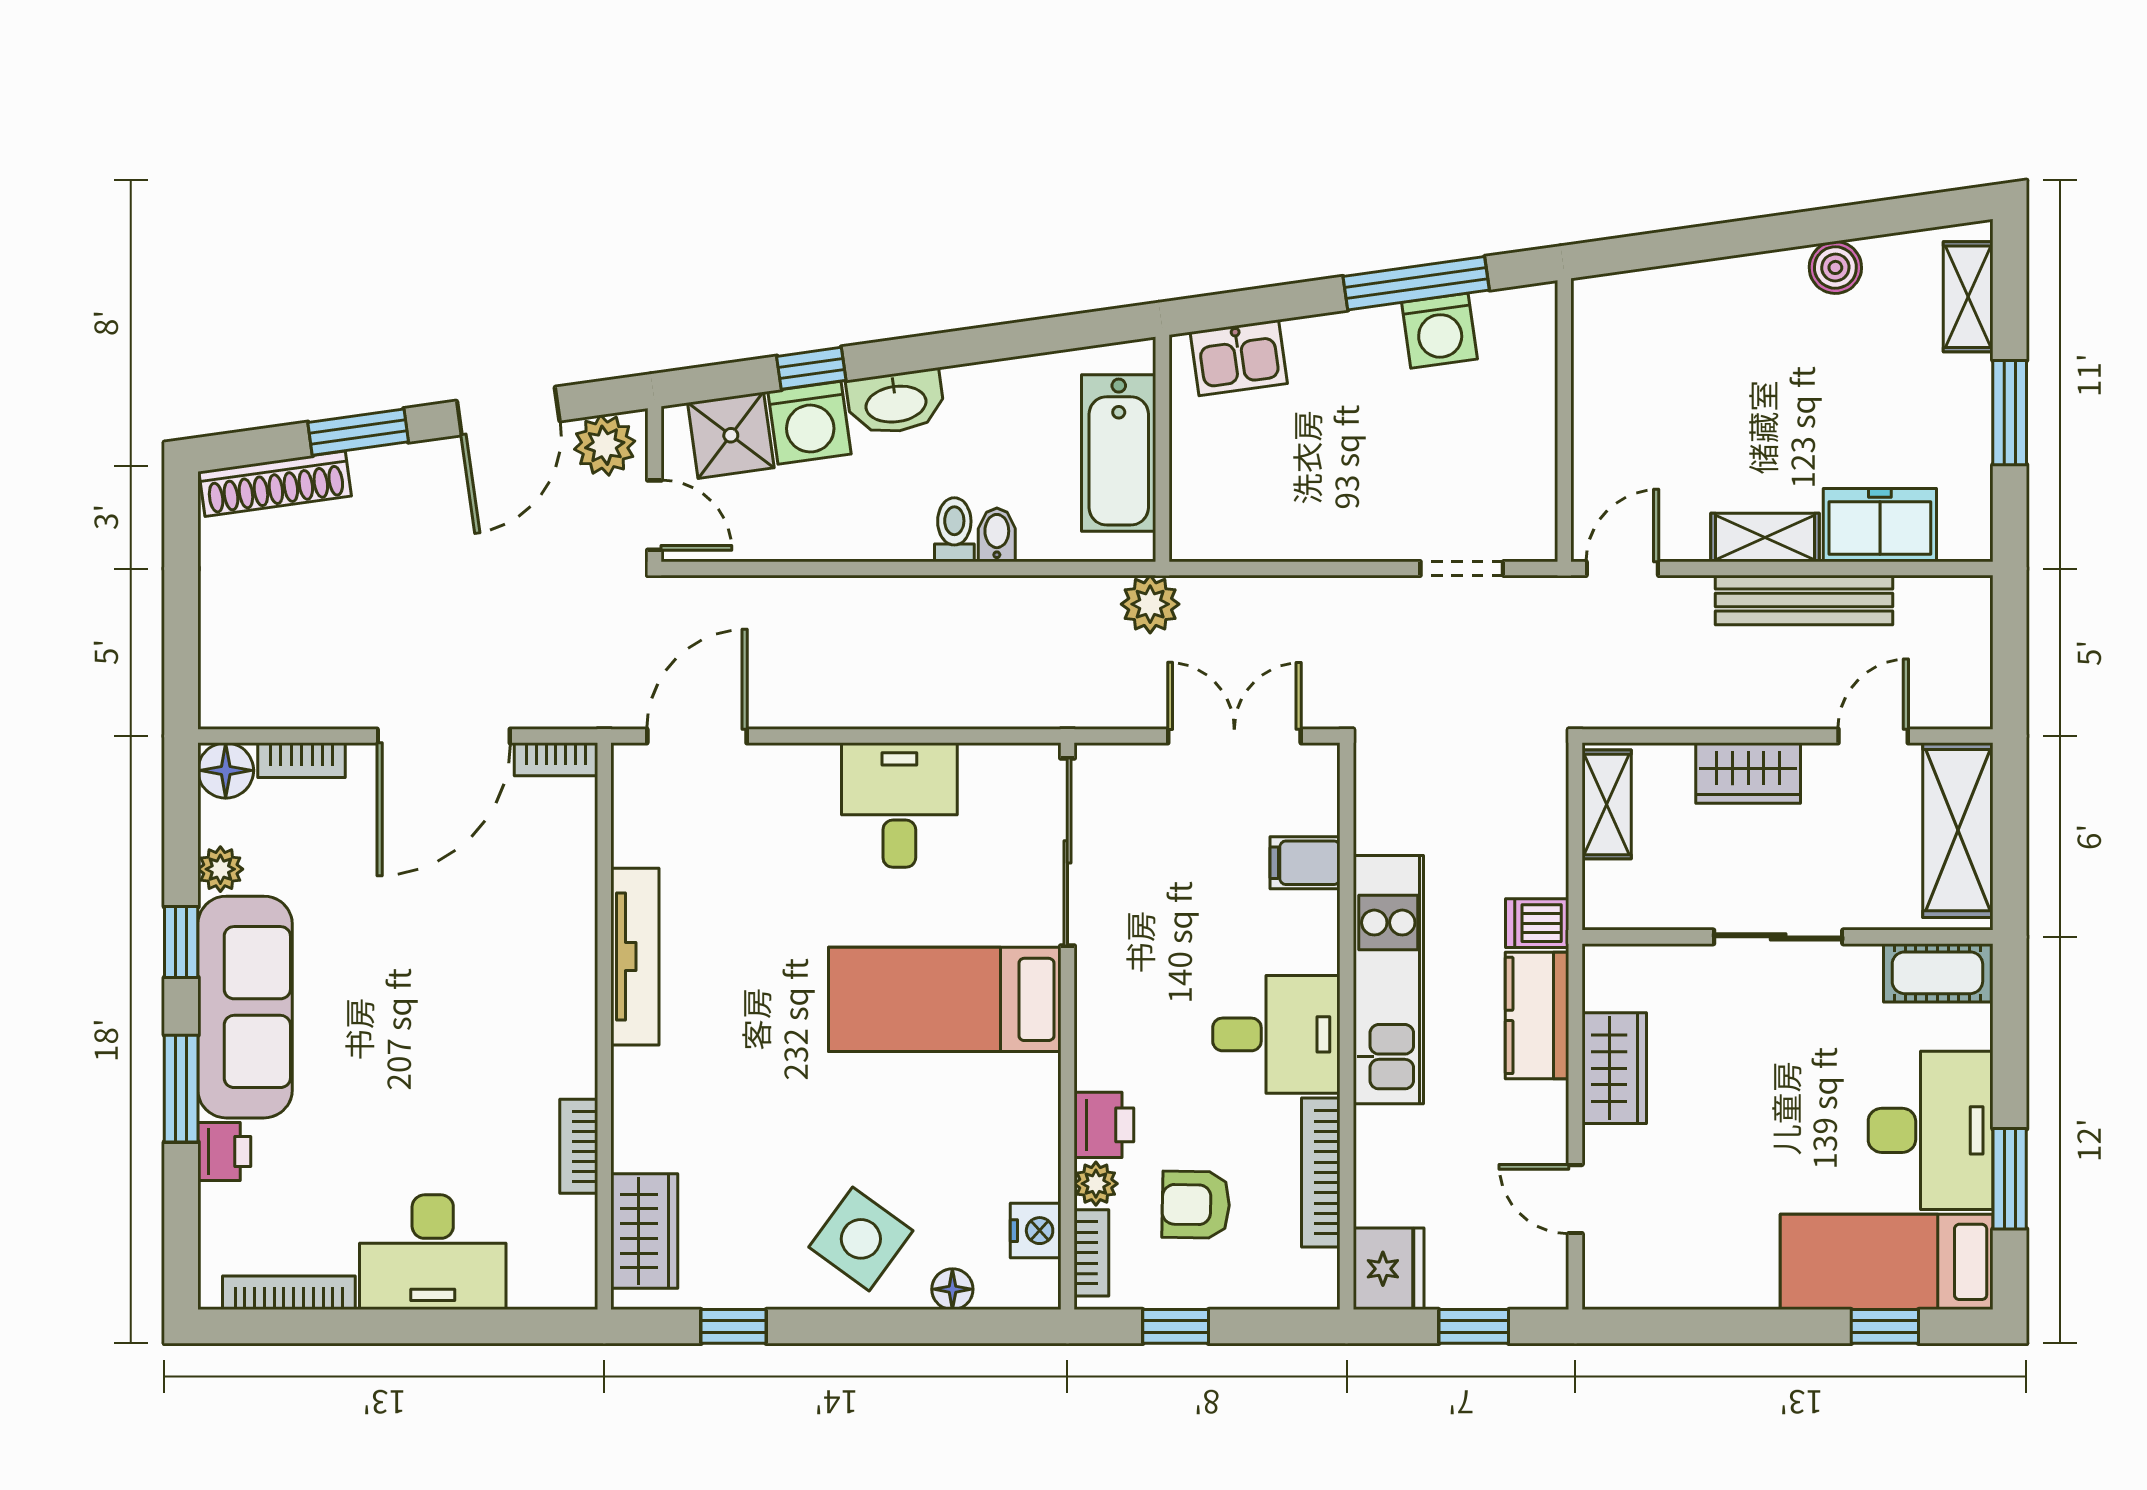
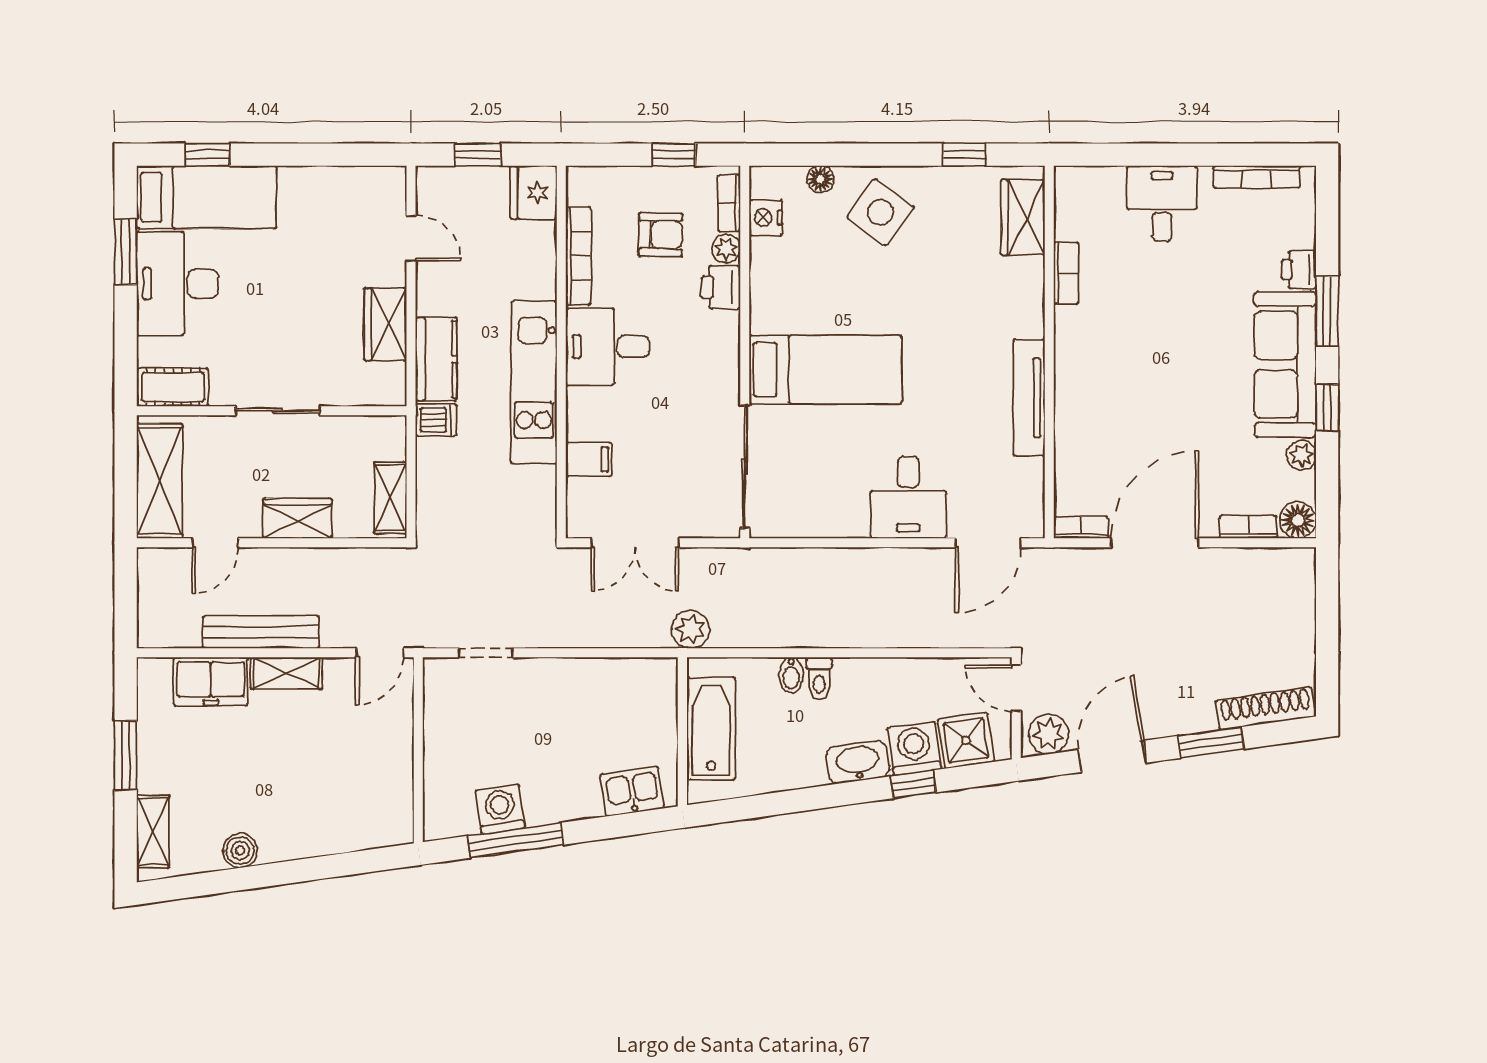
desk: (899, 805) -> (908, 497), moved
desk: (433, 1252) -> (1162, 203), width x0.73

